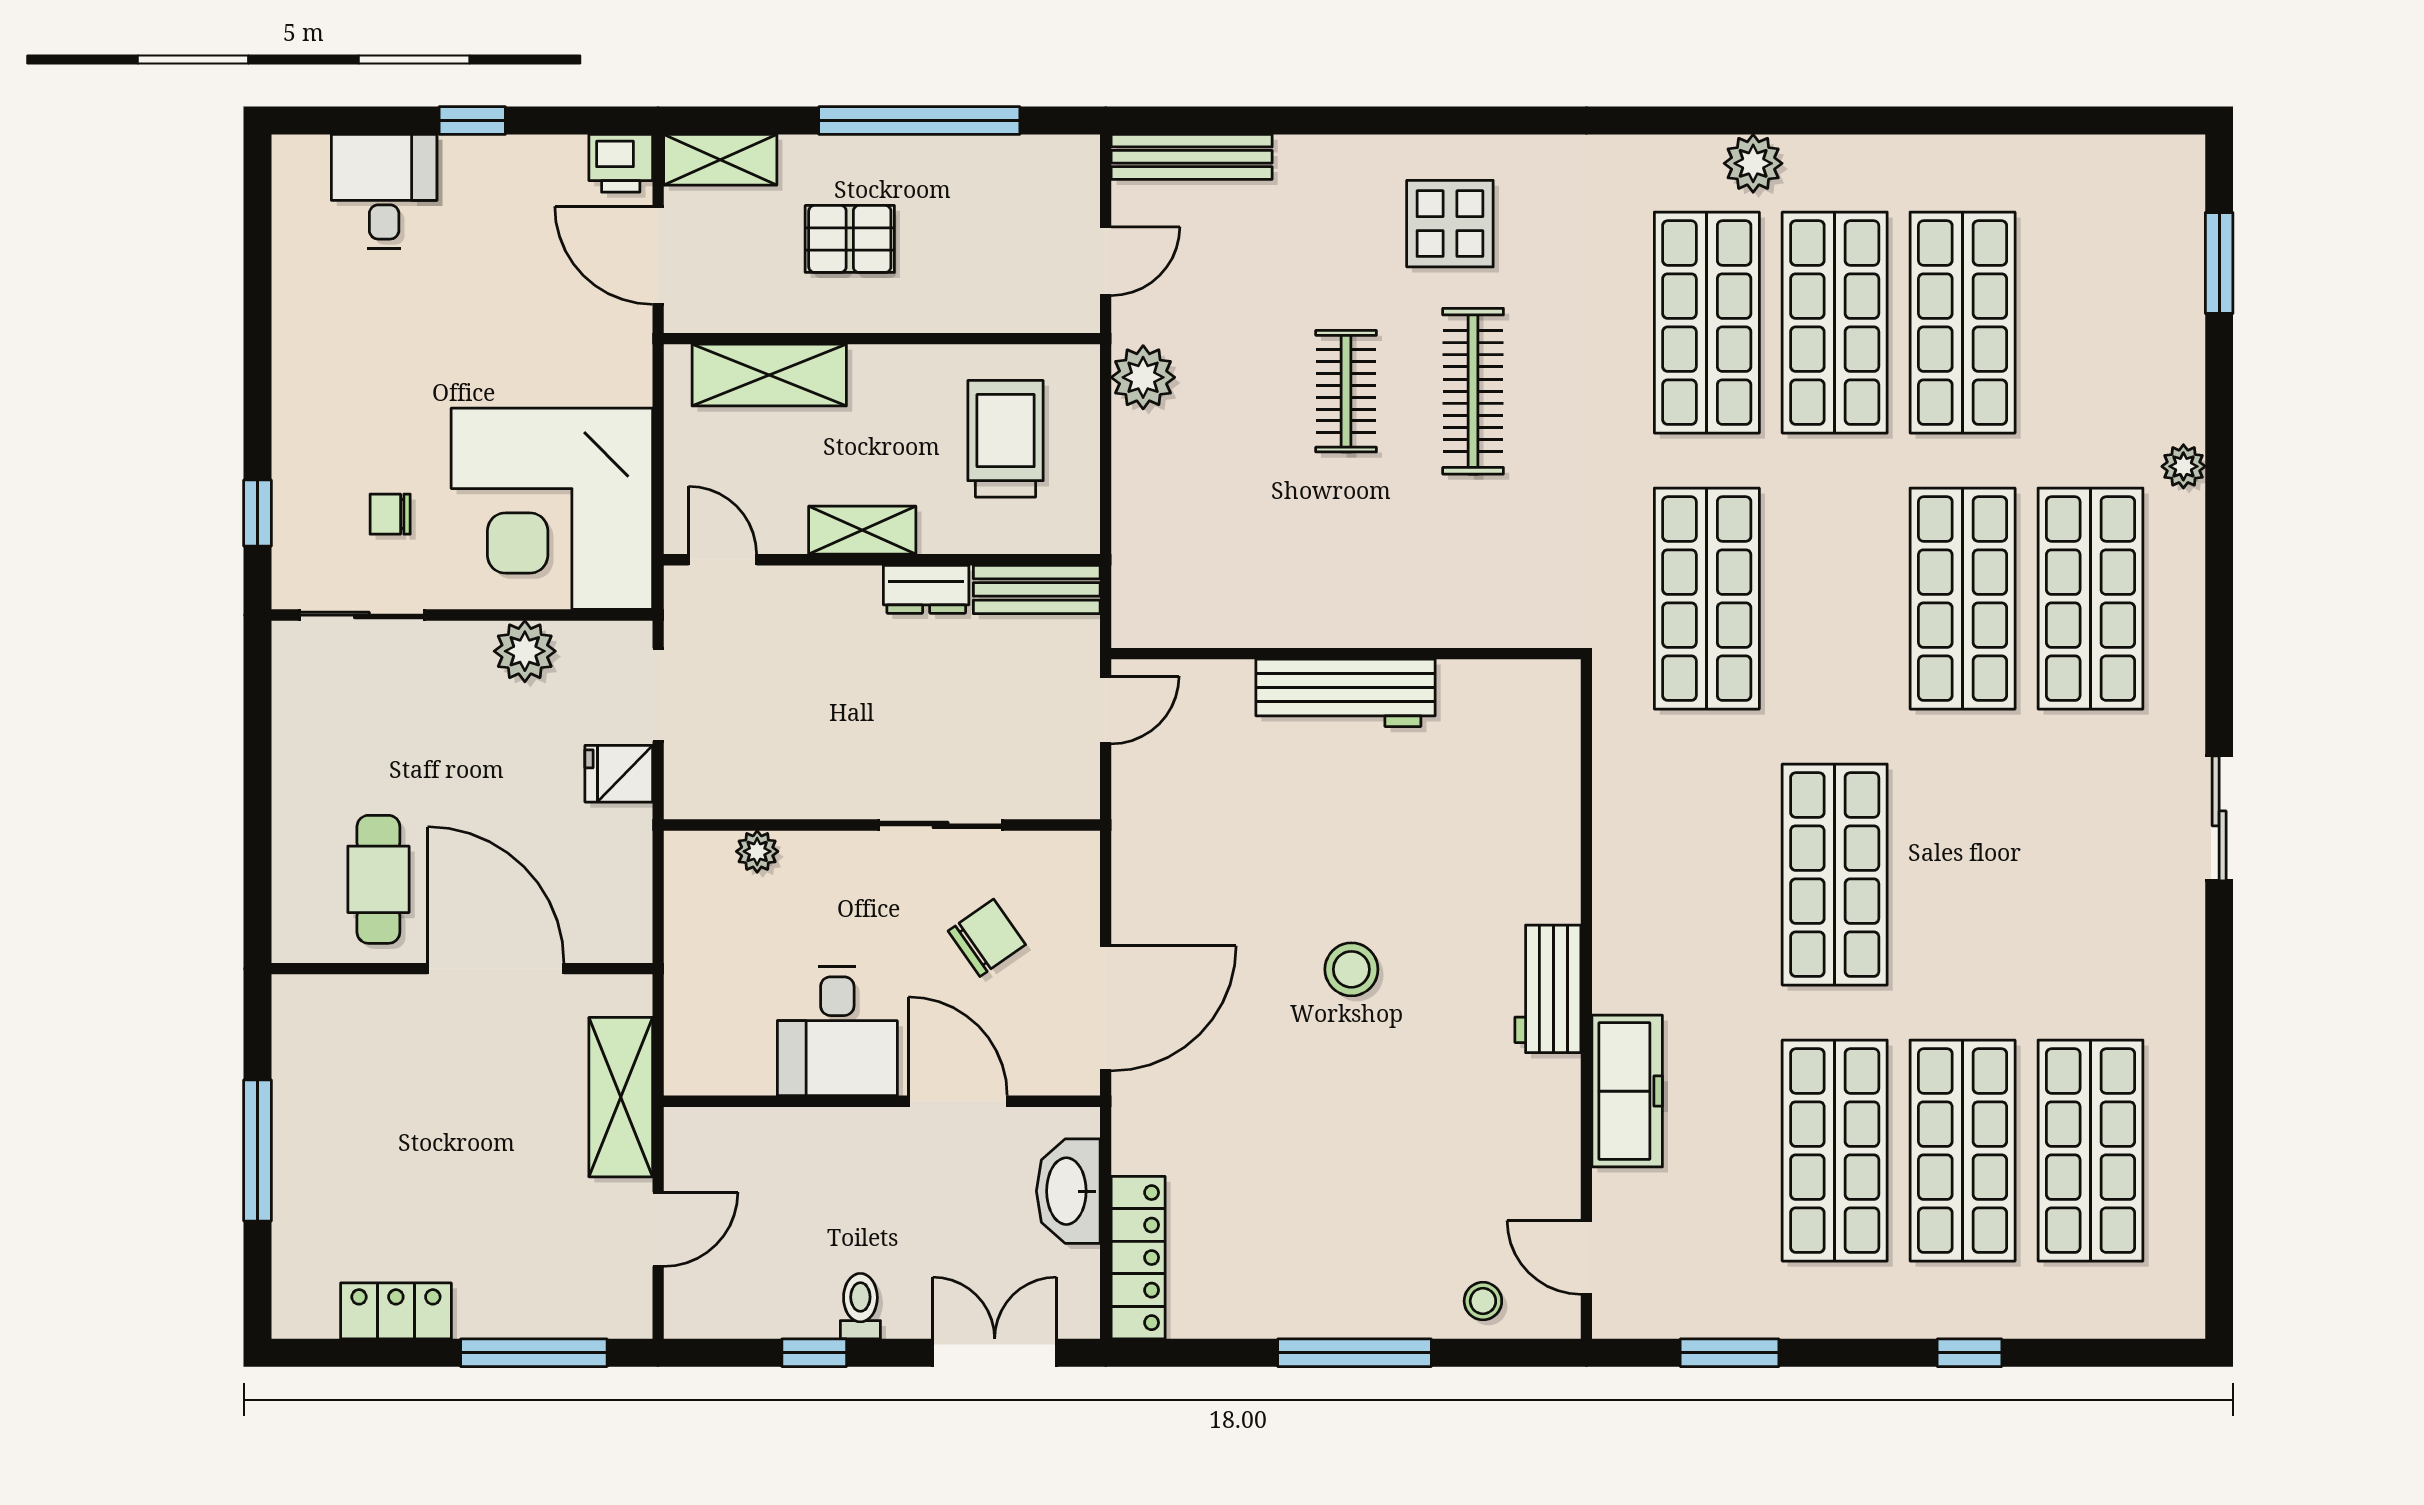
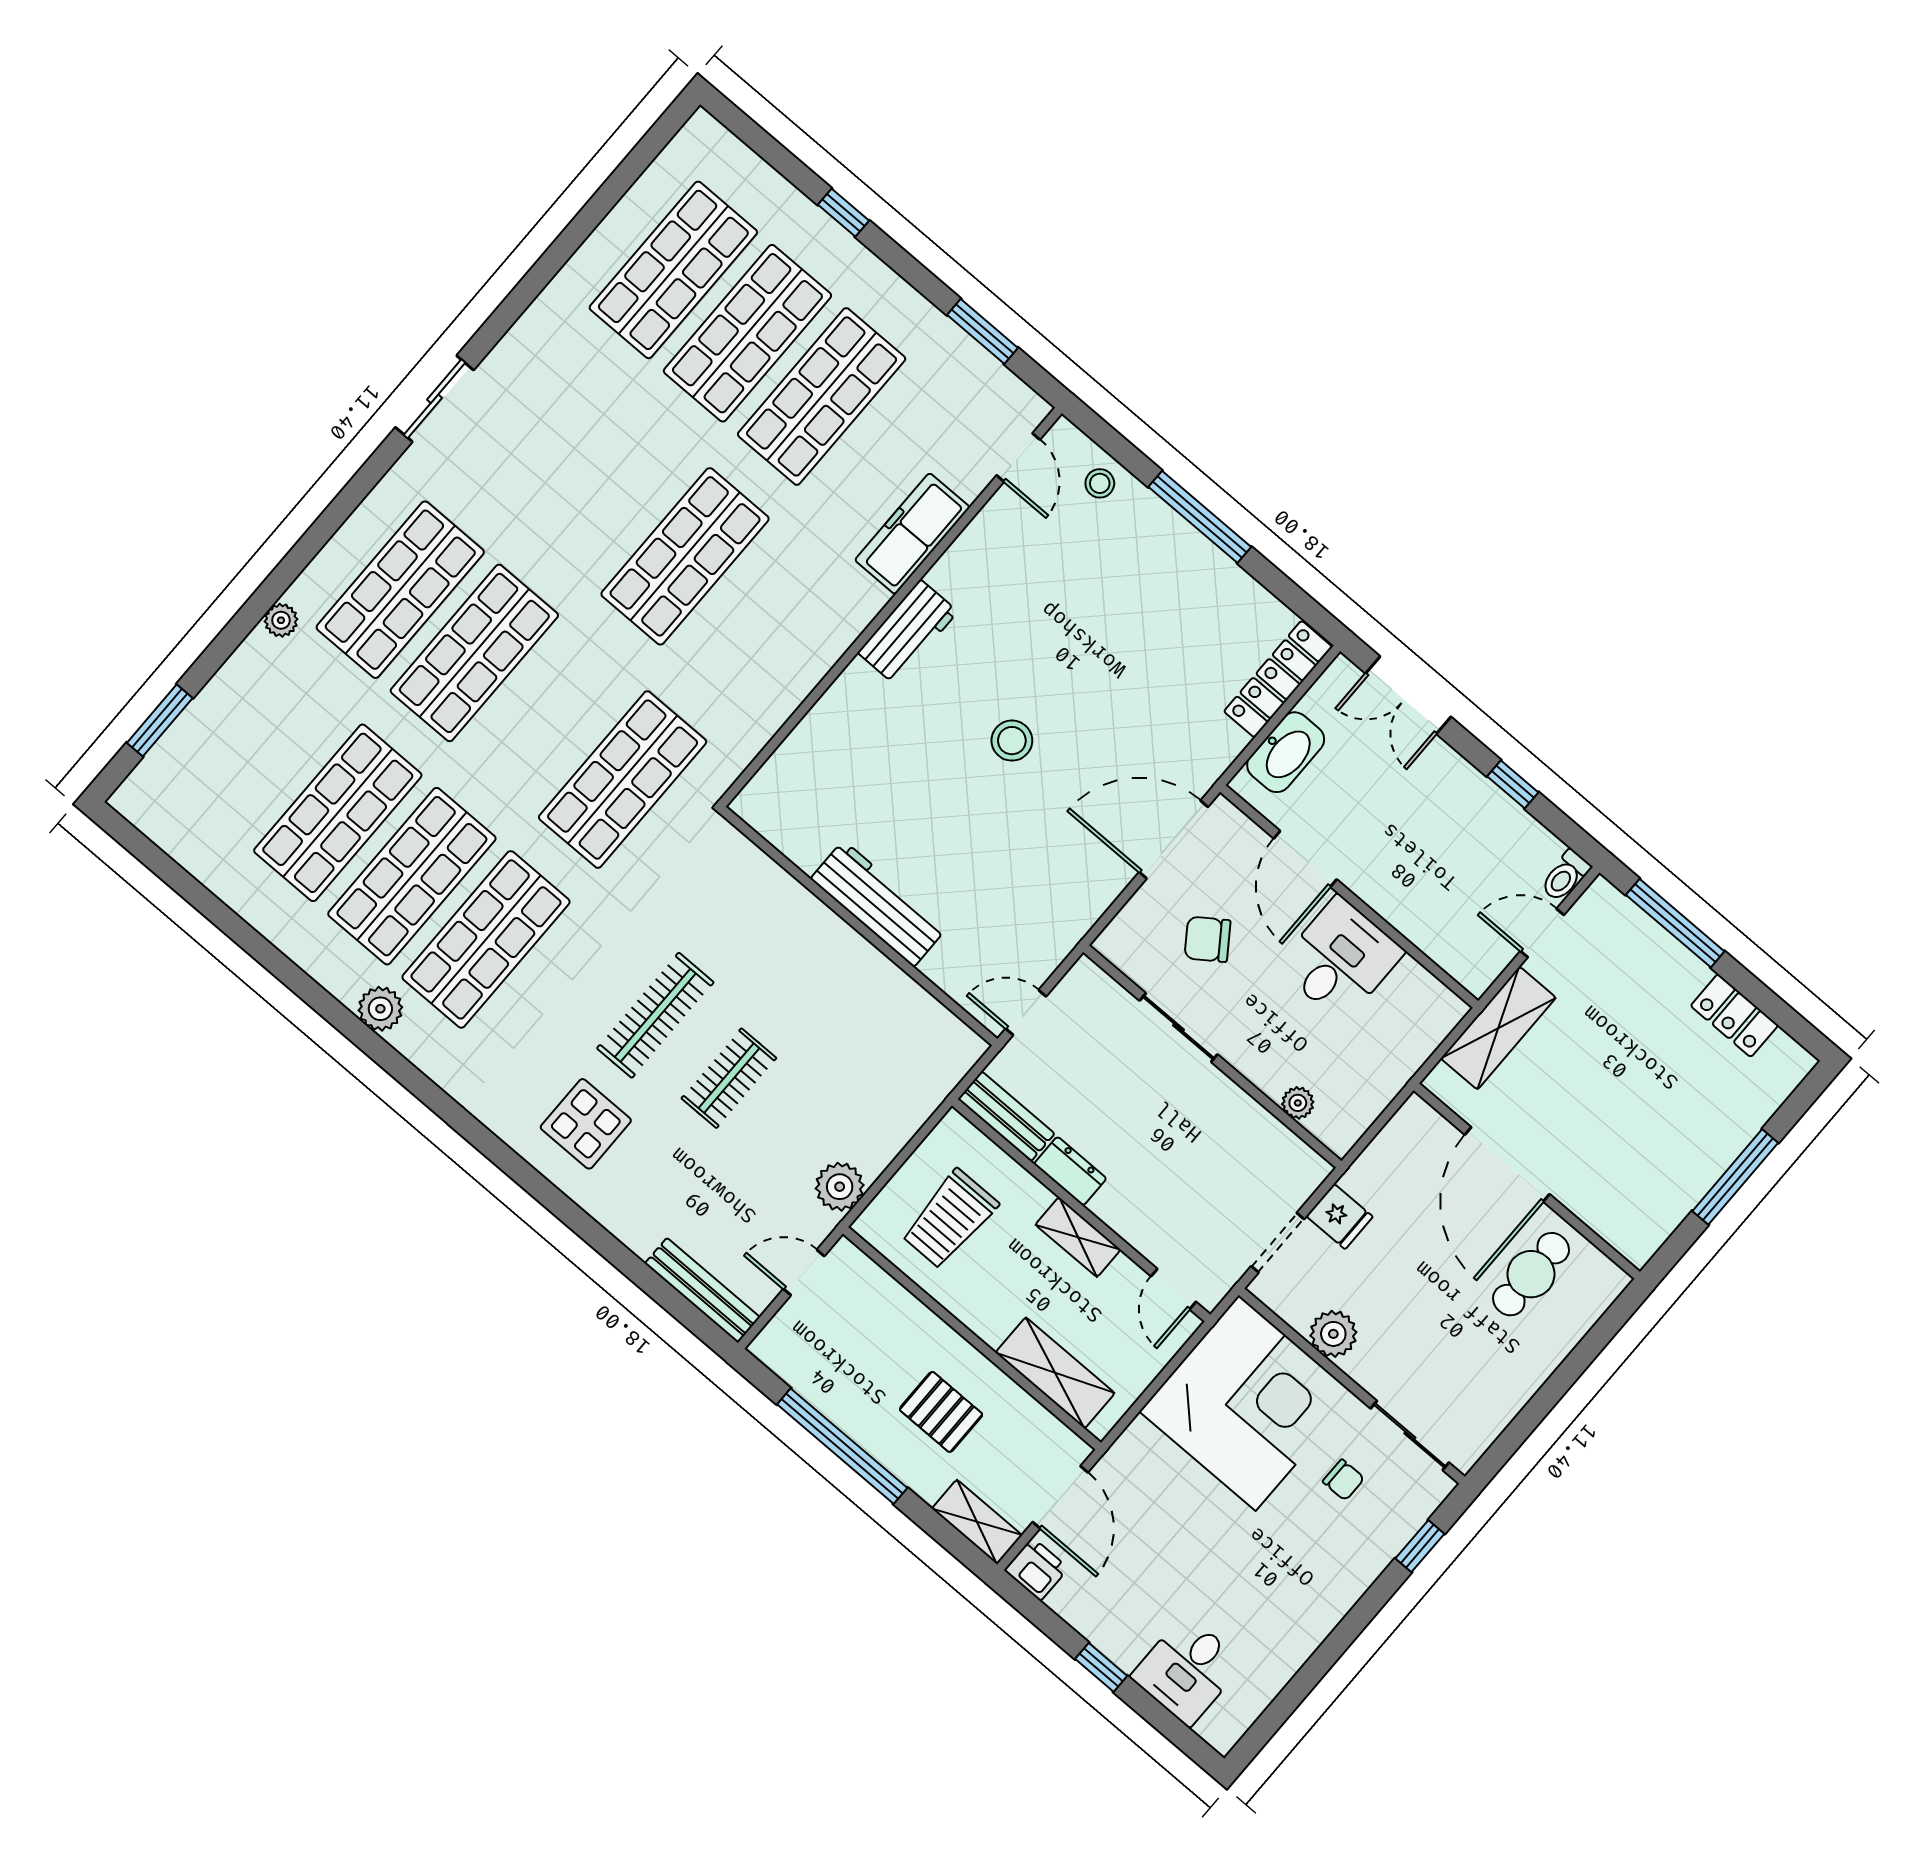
toilet: (860, 1306) -> (1565, 876), moved

